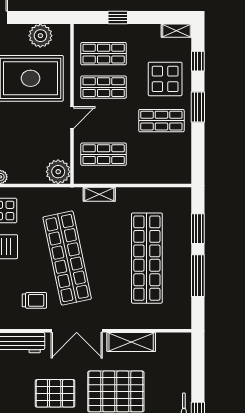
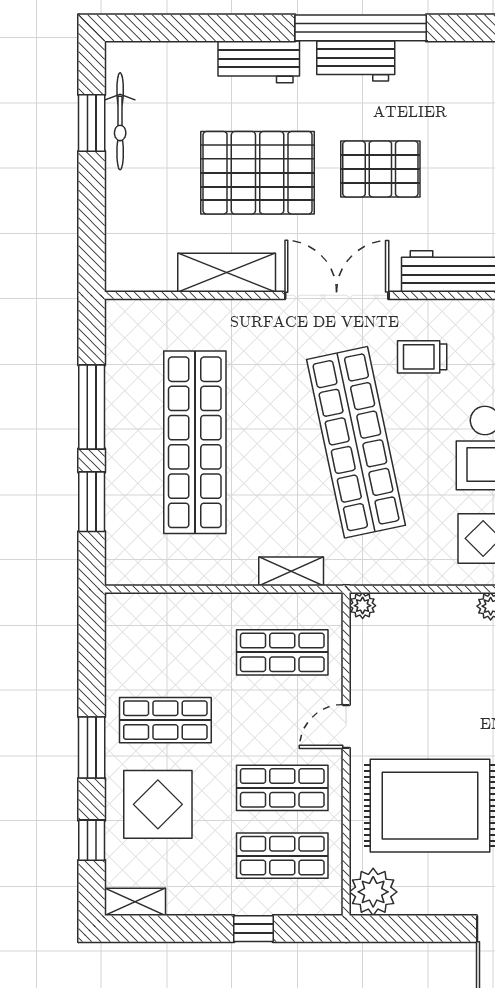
plant: (40, 36) -> (373, 892), moved
plant: (58, 172) -> (363, 606), width x0.53, depth x0.53

